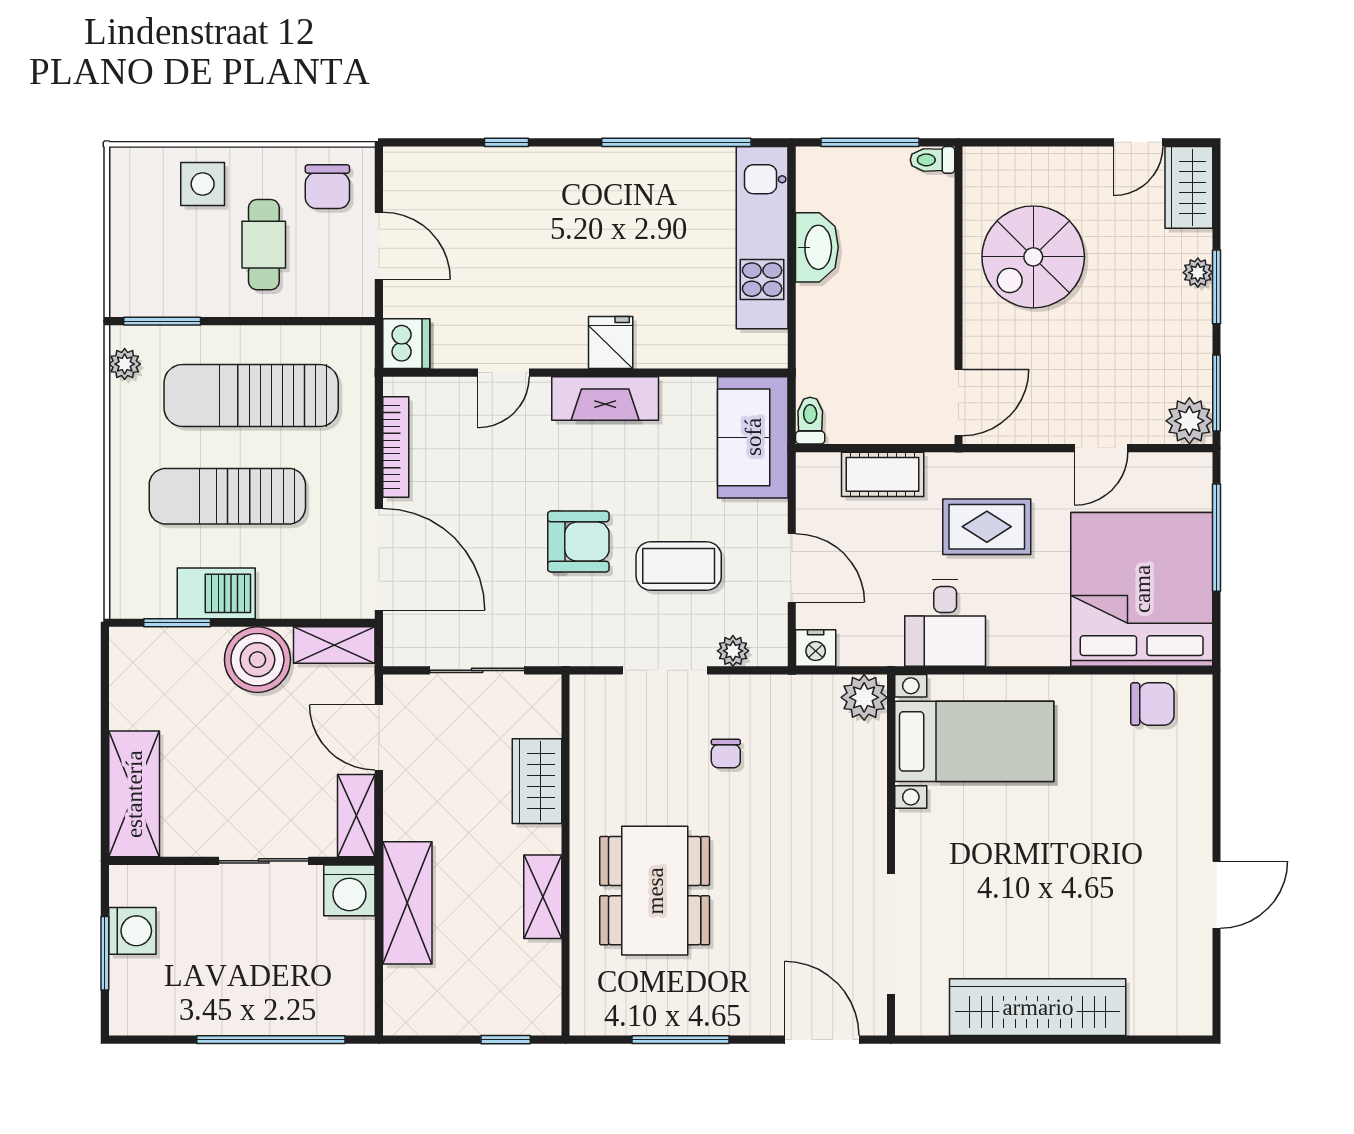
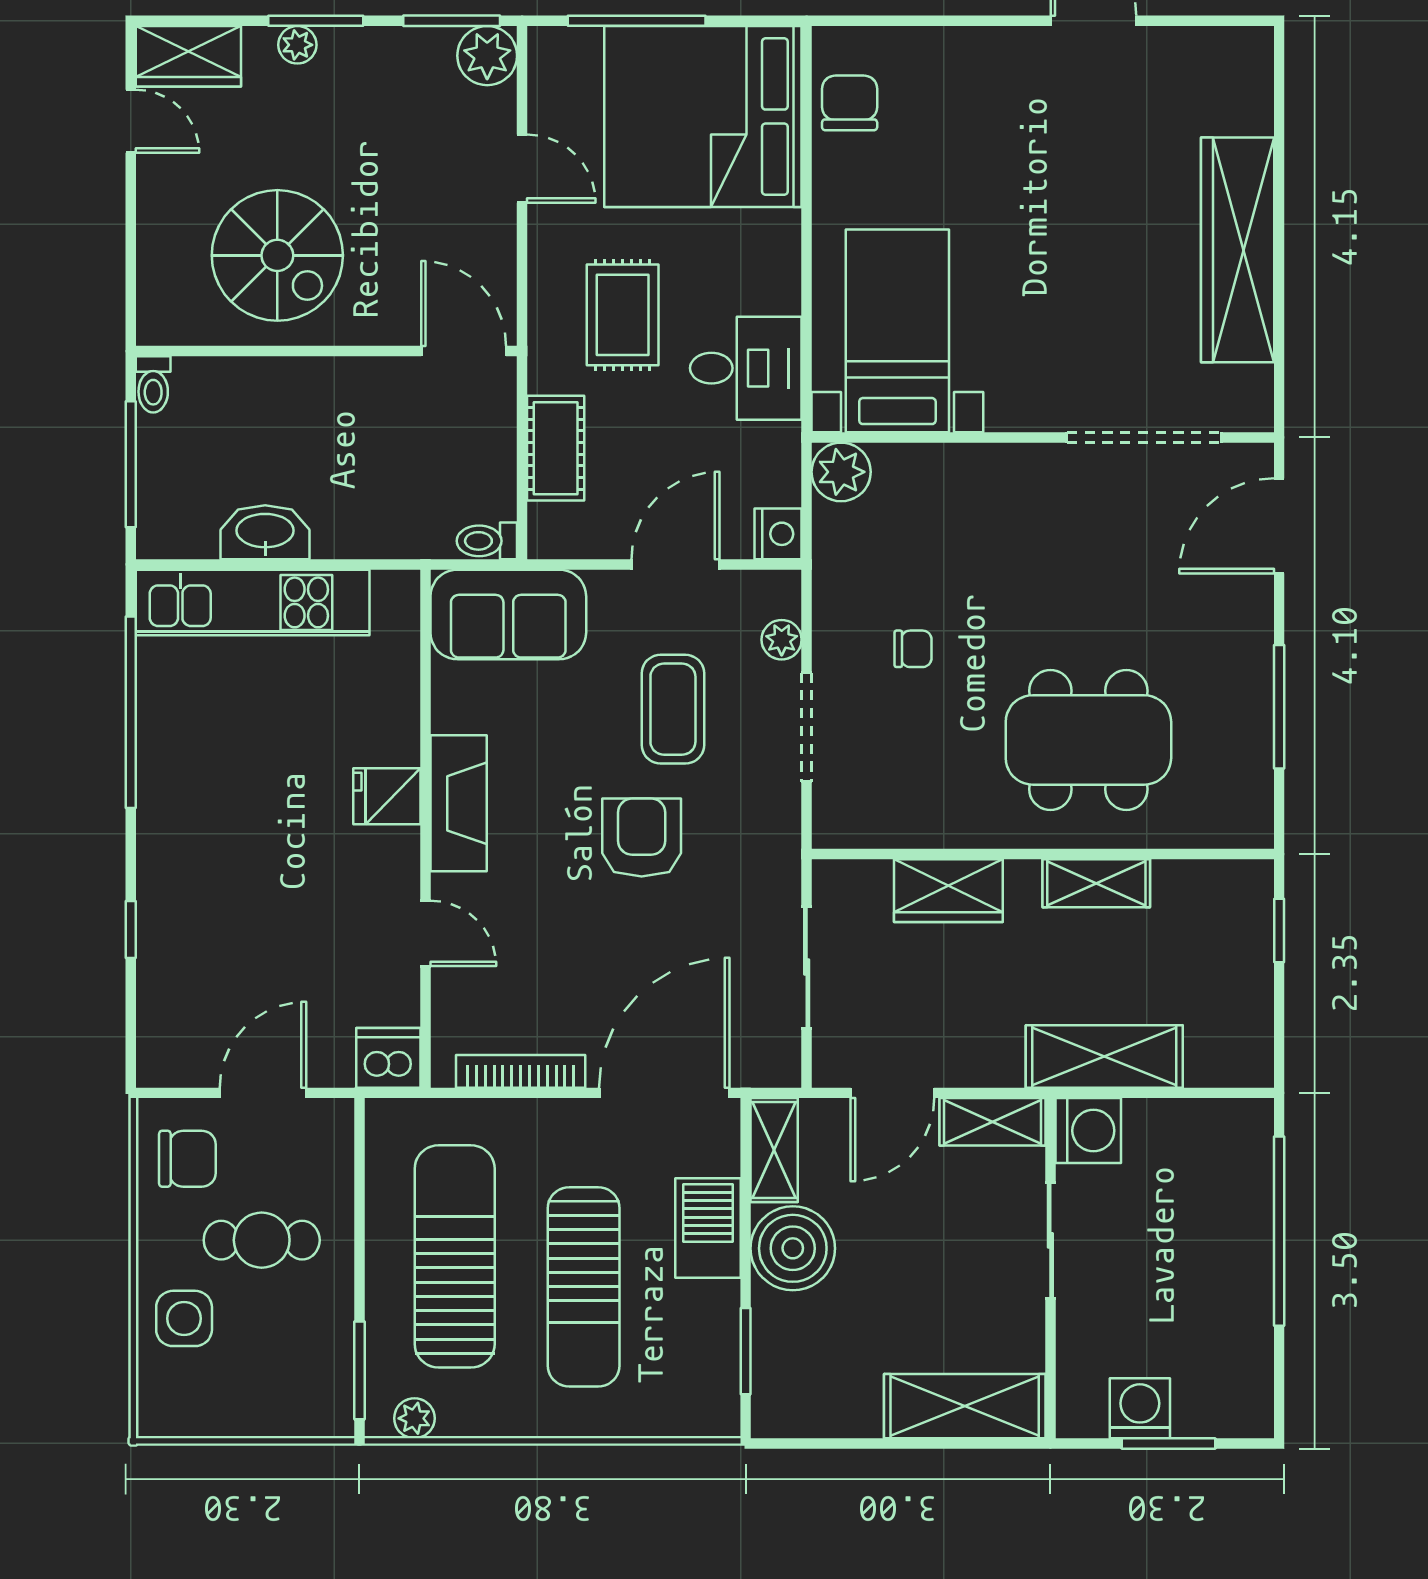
sun lounger: (251, 395) -> (455, 1256), turned 180
barbecue: (216, 593) -> (708, 1228), moved

